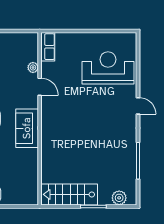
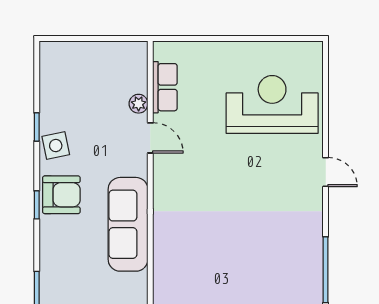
row of seats: (48, 47) -> (165, 87), moved
sofa: (27, 128) -> (128, 224), width x1.36

